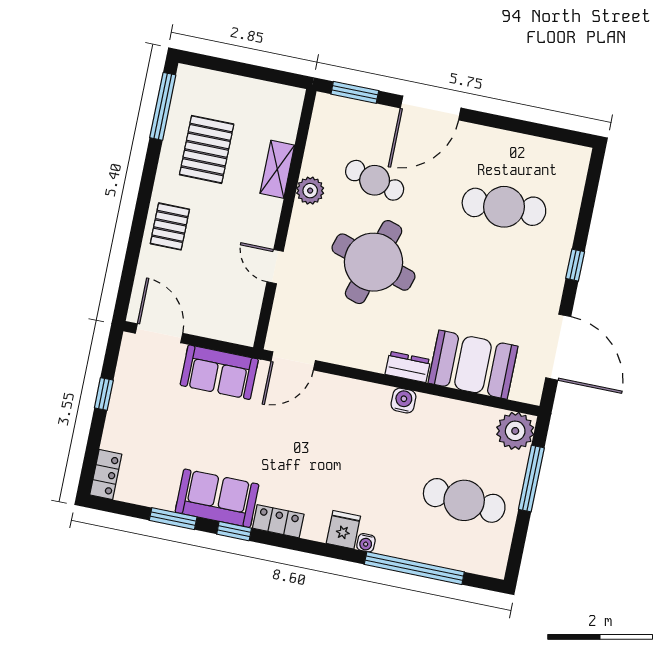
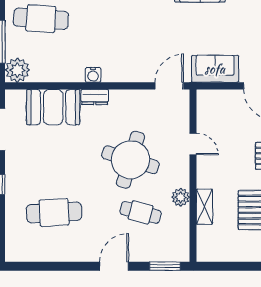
door: (431, 108) -> (114, 266), width x0.73

